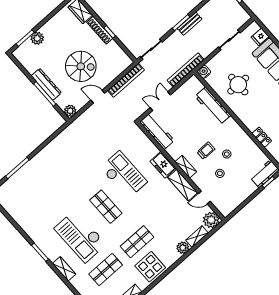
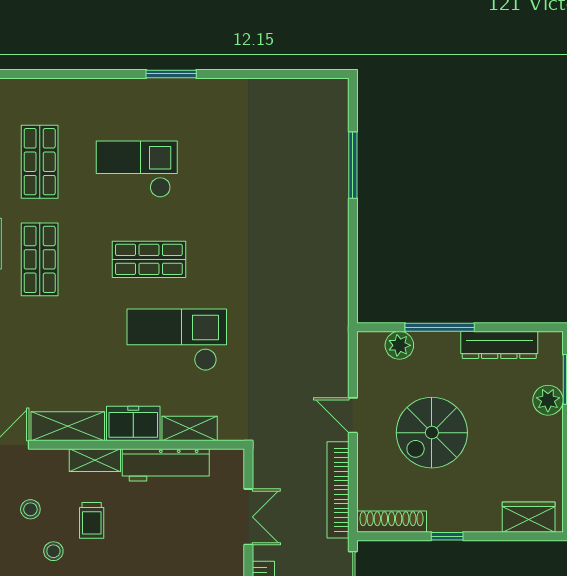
shoe rack: (100, 30) -> (392, 522), moved
dresser: (46, 84) -> (499, 345), moved
door: (98, 97) -> (353, 415), swing flipped
plant: (70, 111) -> (399, 345), moved
workbench: (157, 131) -> (166, 465), moved
checkout: (124, 175) -> (177, 340), turned 180
checkout: (80, 236) -> (137, 169), width x0.73, depth x0.83
shelving: (64, 269) -> (190, 428), moved

